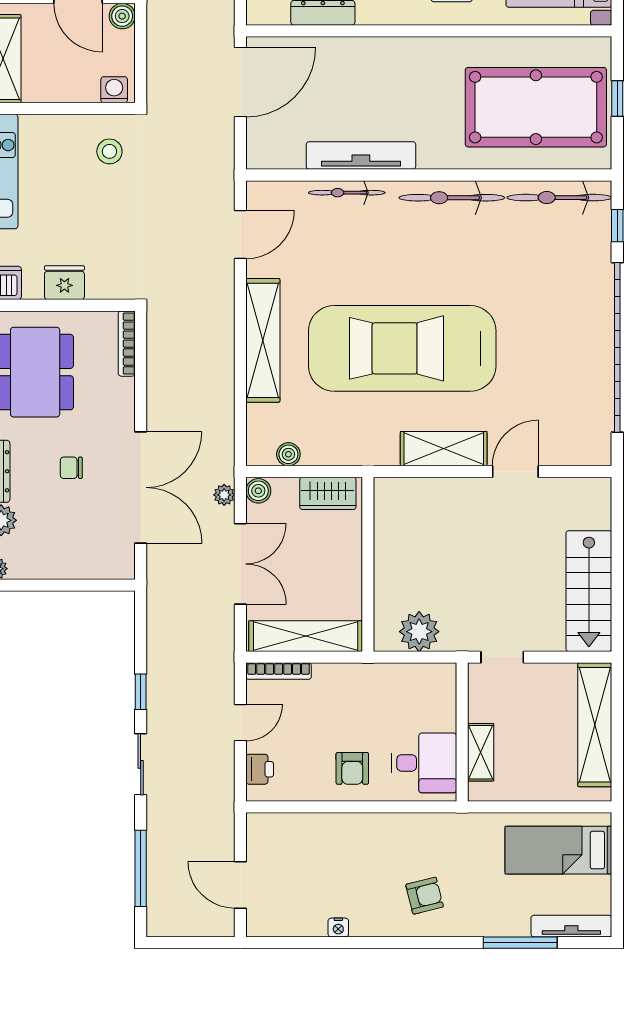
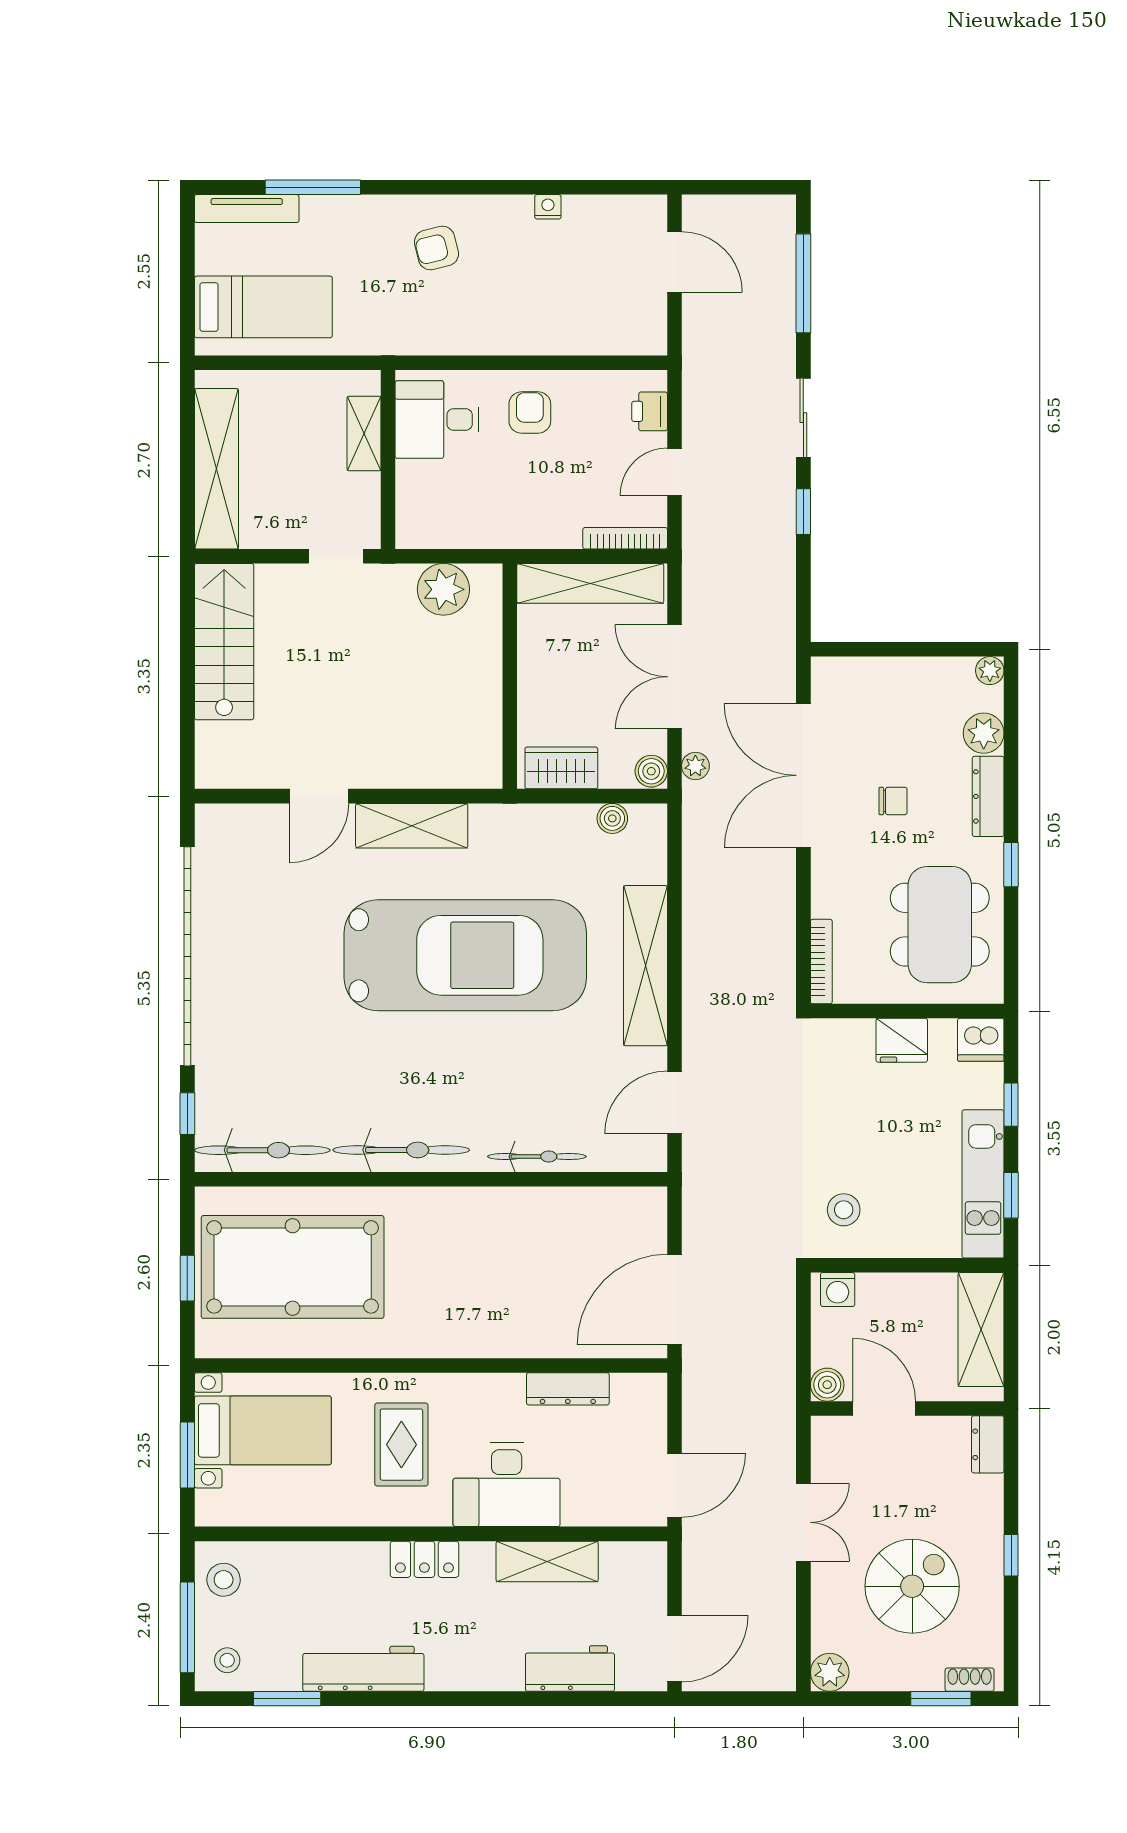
tv unit: (361, 155) -> (519, 1205), removed

